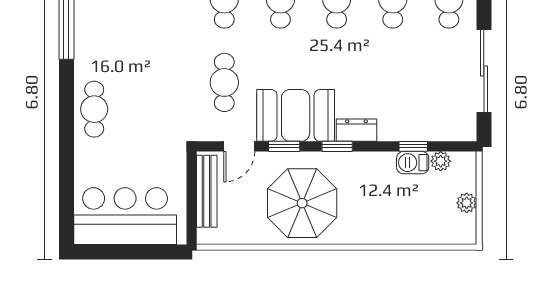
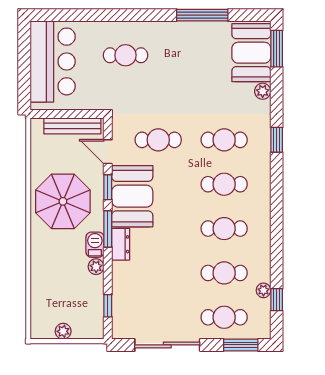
cafe table: (94, 109) -> (126, 55), moved
window: (337, 146) -> (108, 229), width x1.50
window: (413, 146) -> (108, 306), moved
plant: (441, 161) -> (96, 267), moved
barbecue: (413, 163) -> (95, 245), moved

